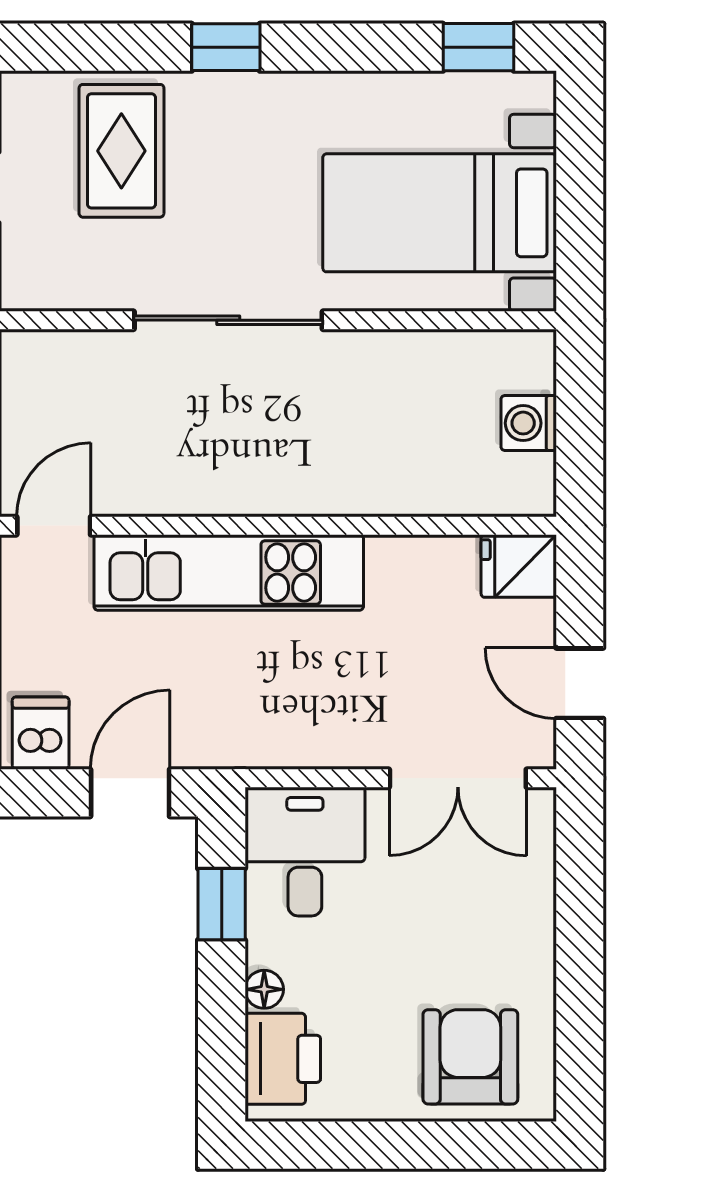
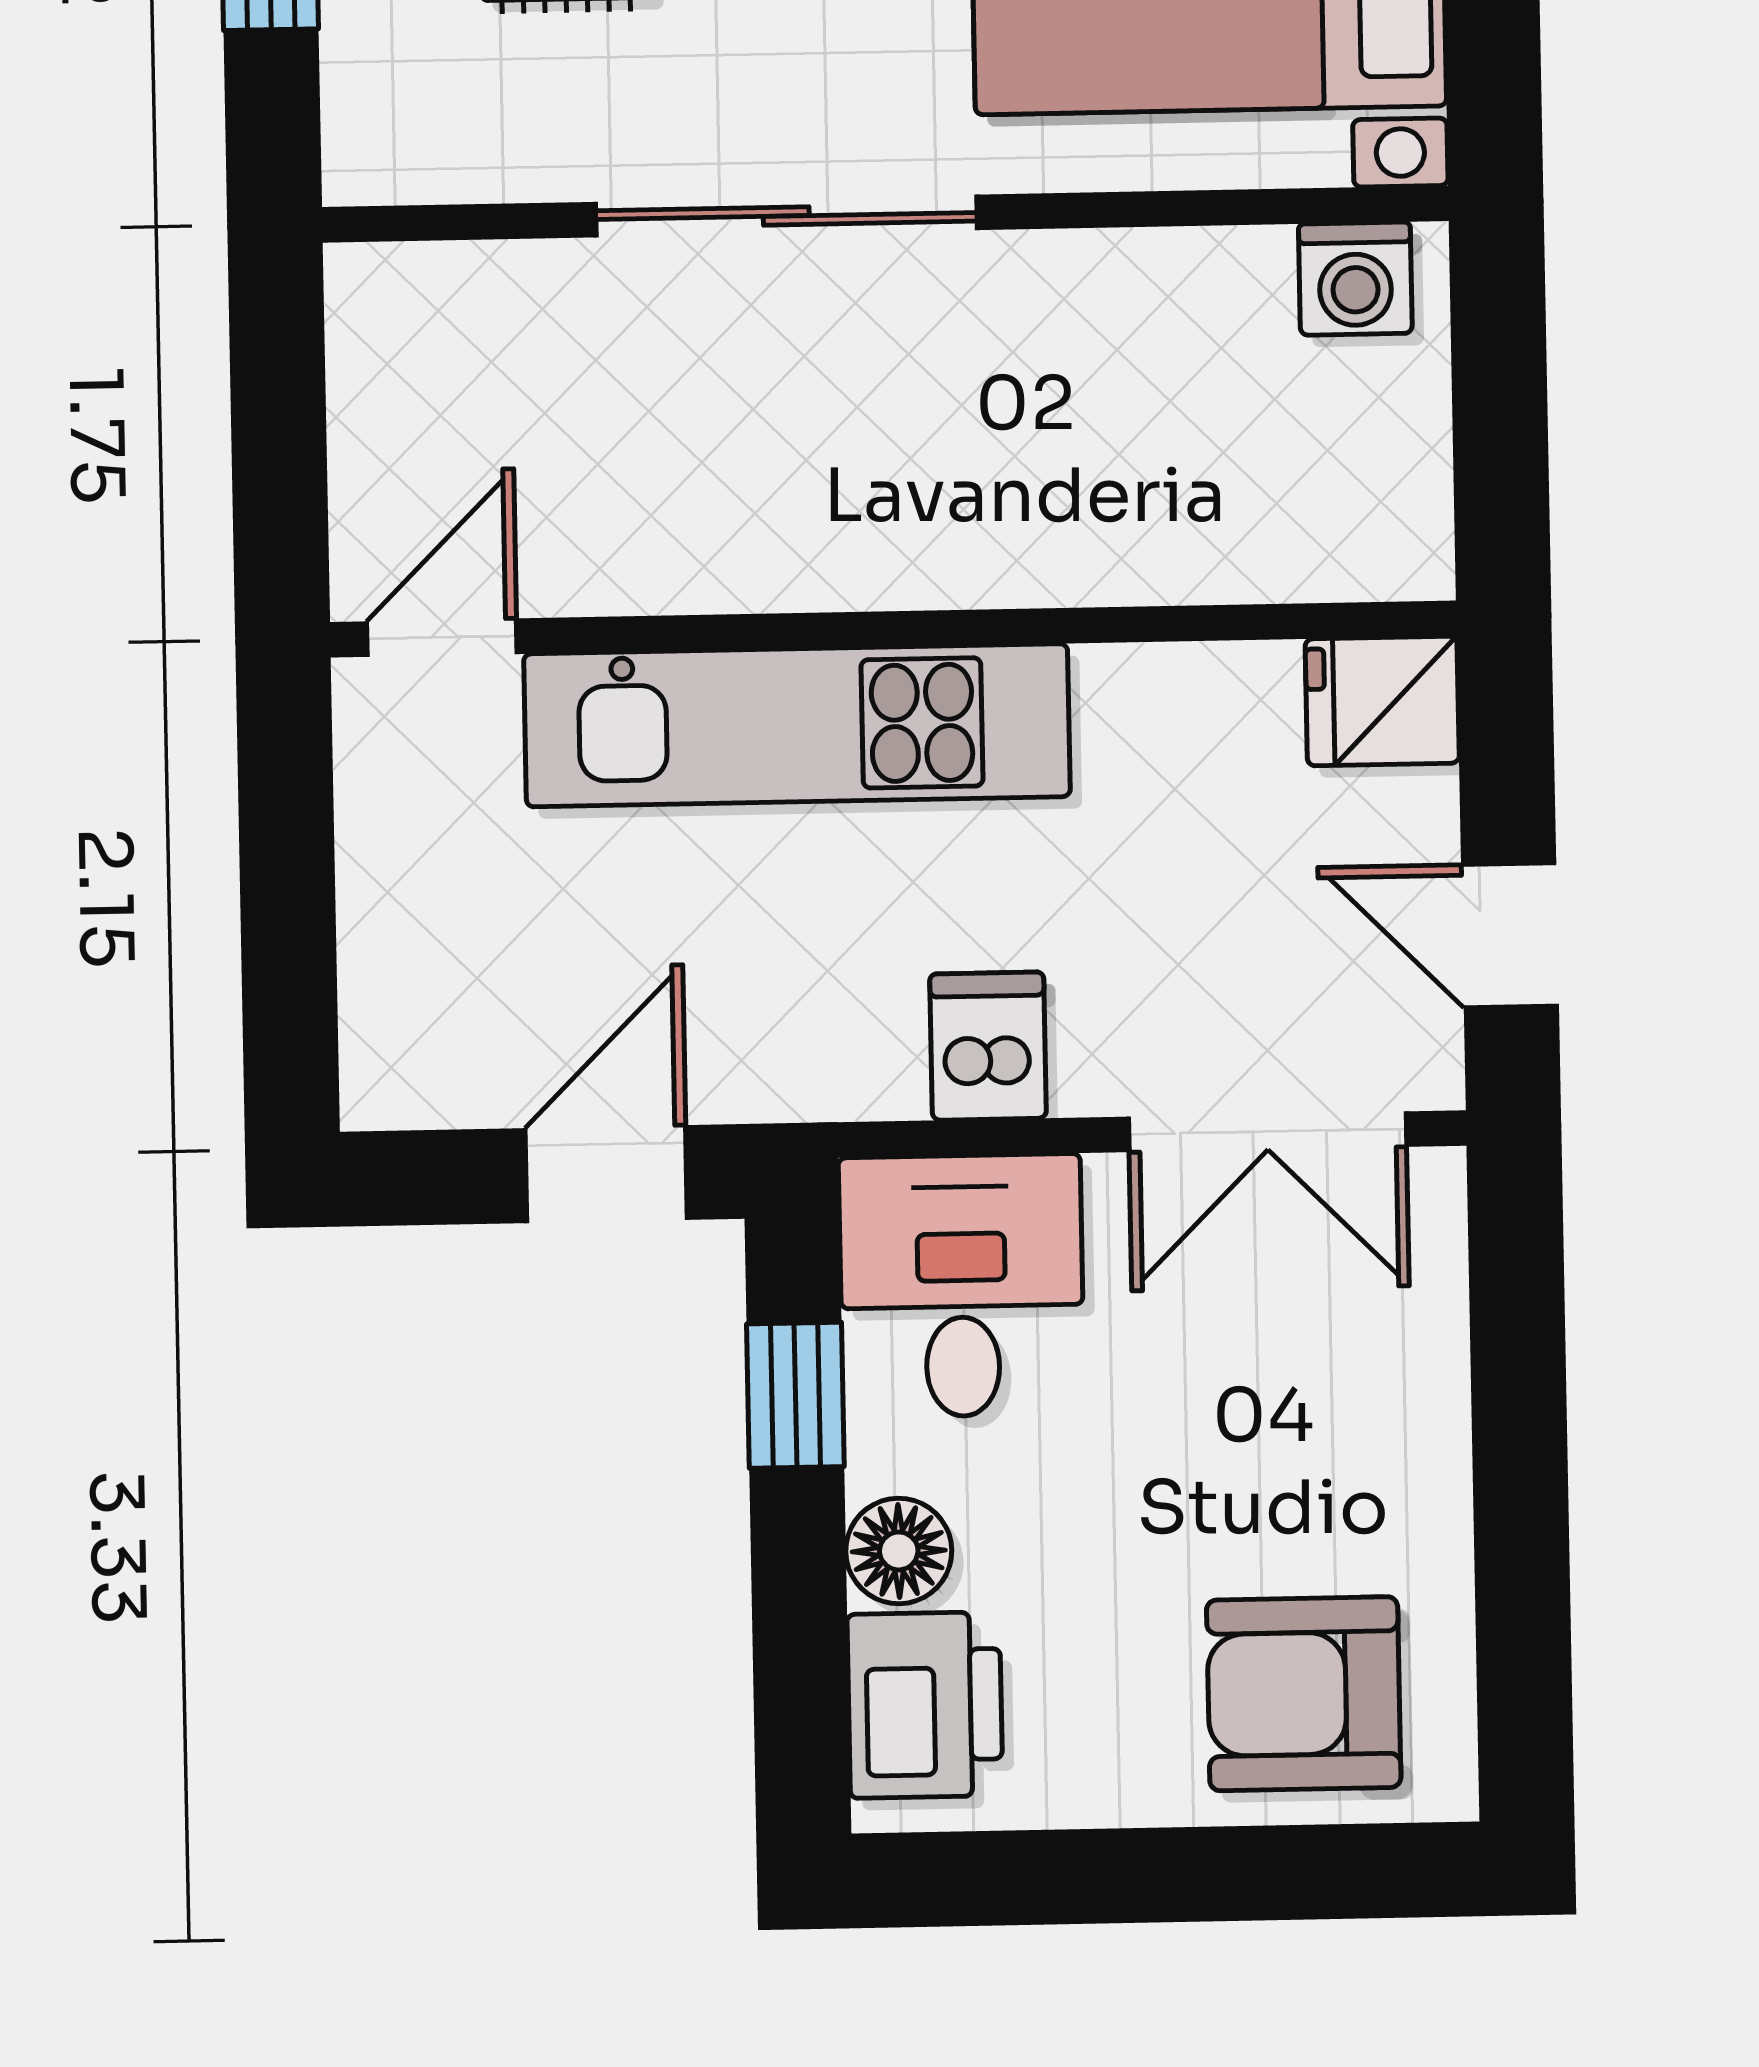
washing machine: (529, 423) -> (1355, 279), moved, turned -90
dishwasher: (41, 733) -> (988, 1046), moved
floor lamp: (264, 989) -> (899, 1551), width x1.37, depth x1.37
armchair: (470, 1057) -> (1304, 1694), turned -90

